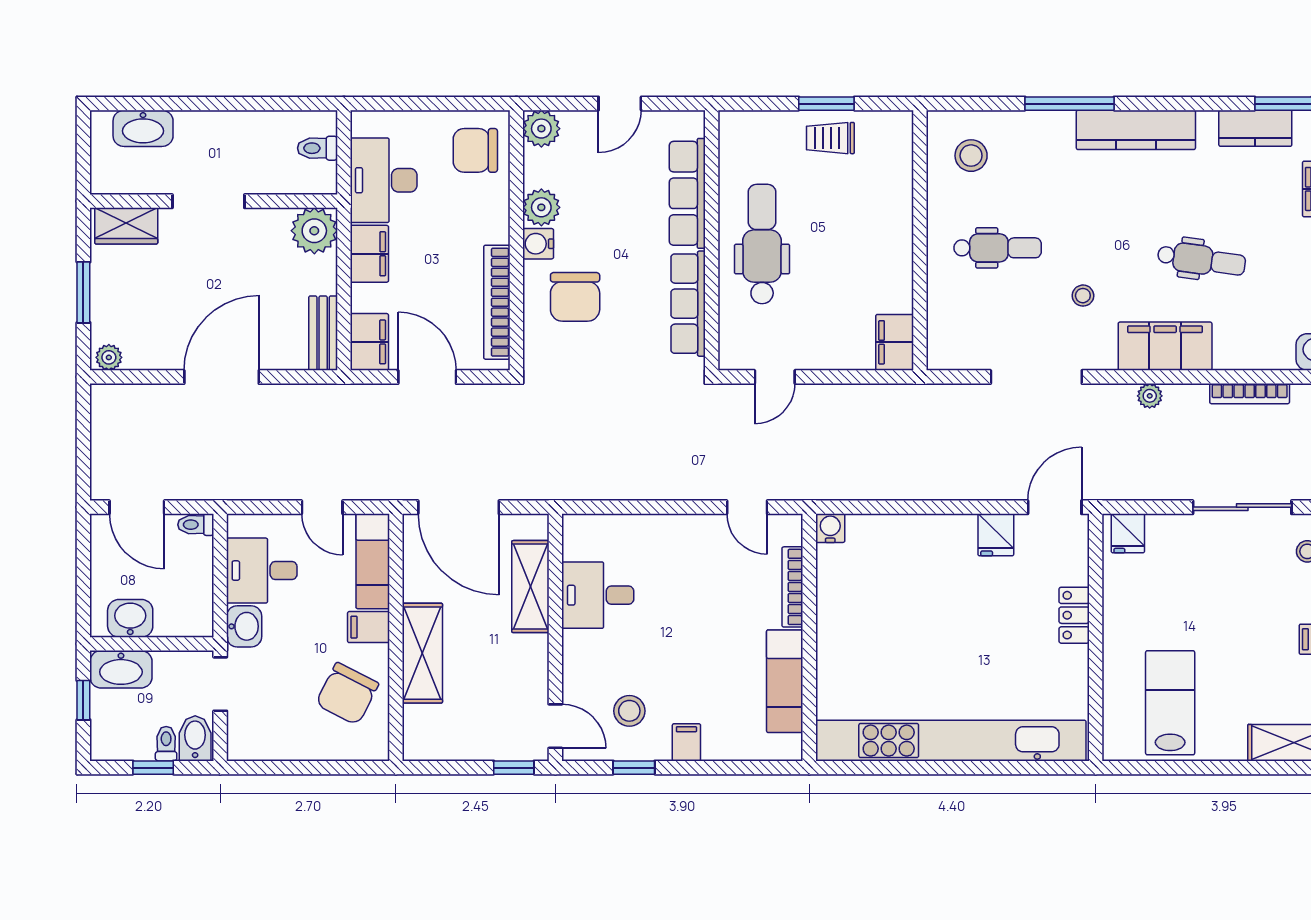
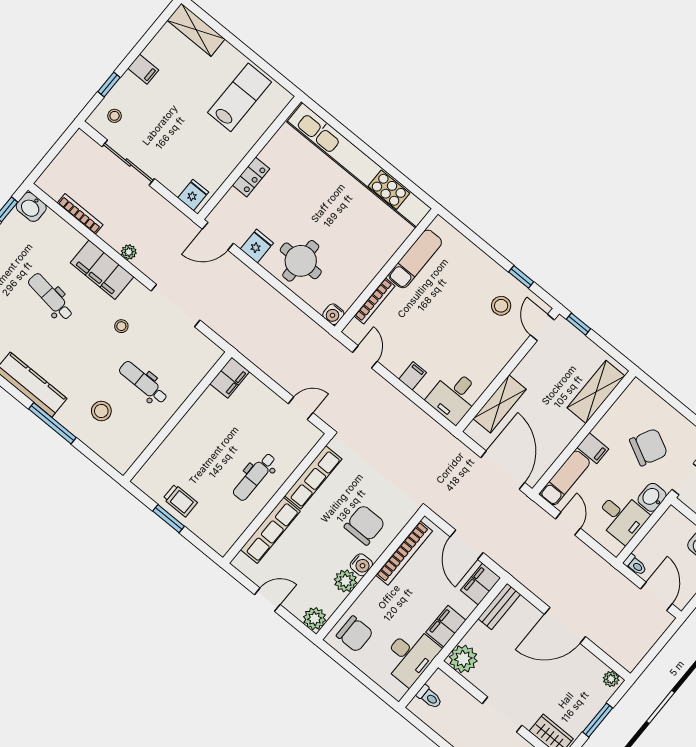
stool: (971, 156) -> (101, 411), moved
dental chair: (762, 244) -> (254, 477), width x0.73, depth x0.72
round table: (926, 561) -> (301, 261), added
desk: (598, 595) -> (454, 396), moved, turned 90
shelving: (422, 653) -> (596, 392), moved
chair: (347, 694) -> (649, 447), moved
lab bench: (1170, 703) -> (239, 97), turned 180
filing cabinet: (686, 742) -> (413, 376), moved, turned 180

